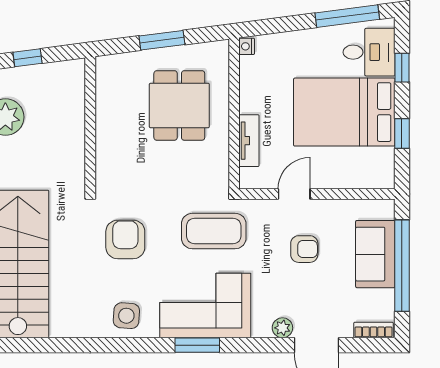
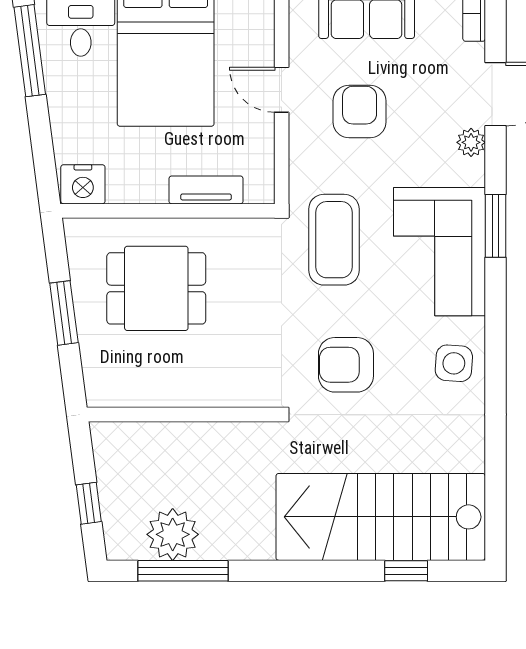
nightstand: (247, 46) -> (83, 184), width x1.89, depth x1.79
door: (294, 194) -> (282, 90), moved
armchair: (304, 249) -> (360, 111), width x1.38, depth x1.38
window: (197, 345) -> (495, 226), moved

